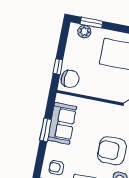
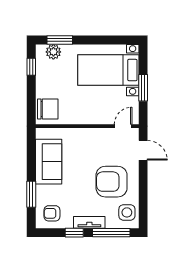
window: (58, 67) -> (31, 67), moved
window: (46, 130) -> (31, 194), moved

